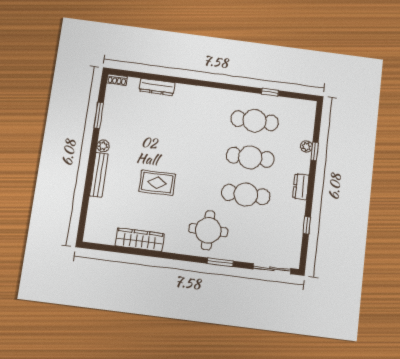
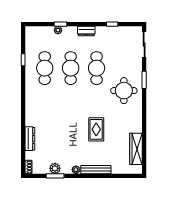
plant: (110, 116) -> (55, 168), added
wardrobe: (140, 240) -> (136, 149), moved

